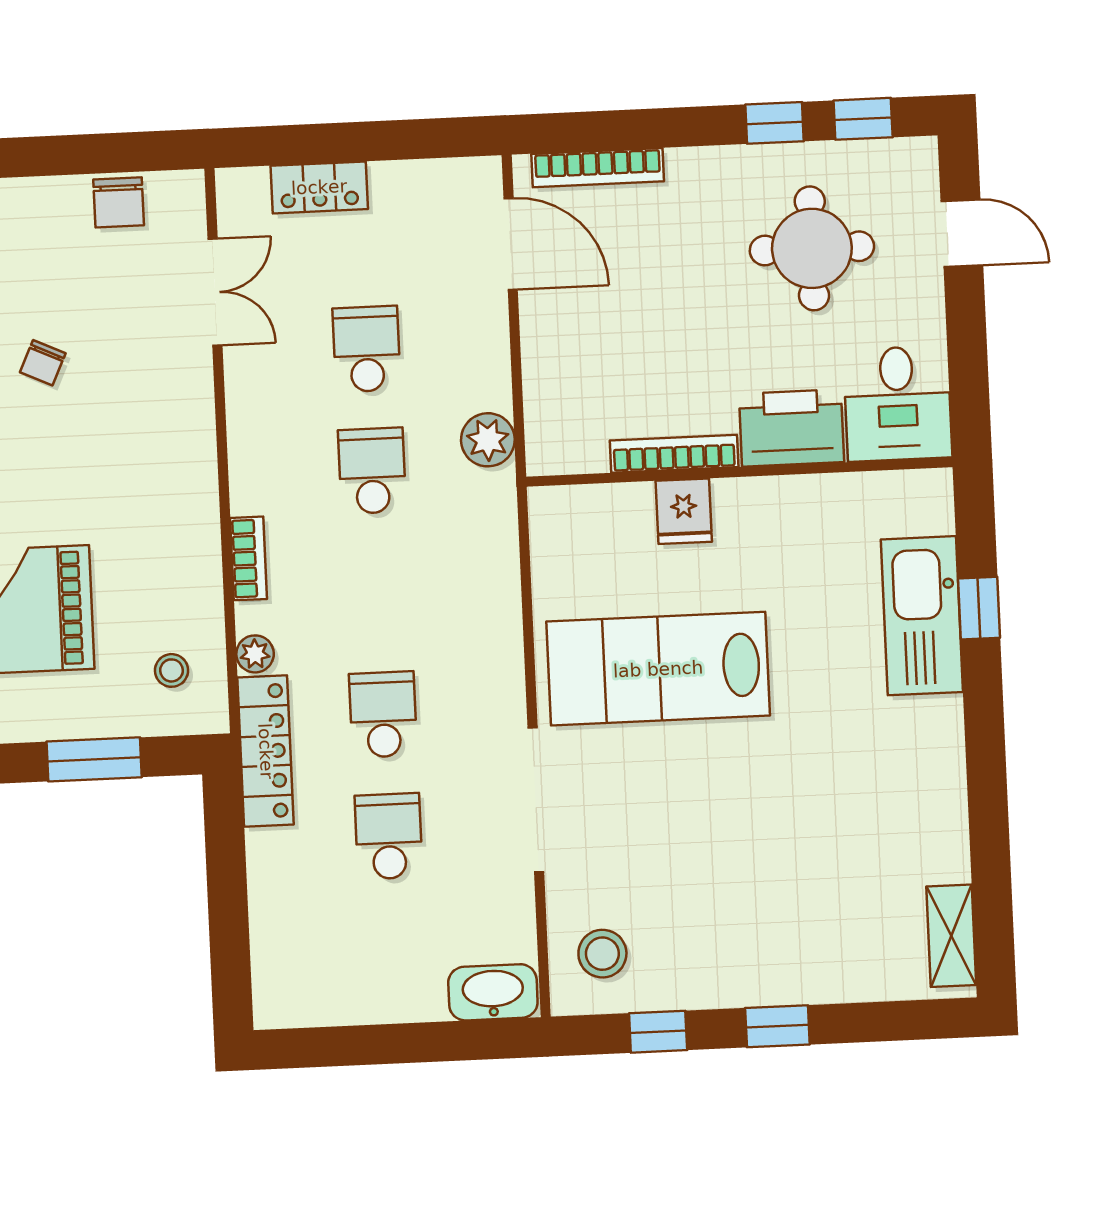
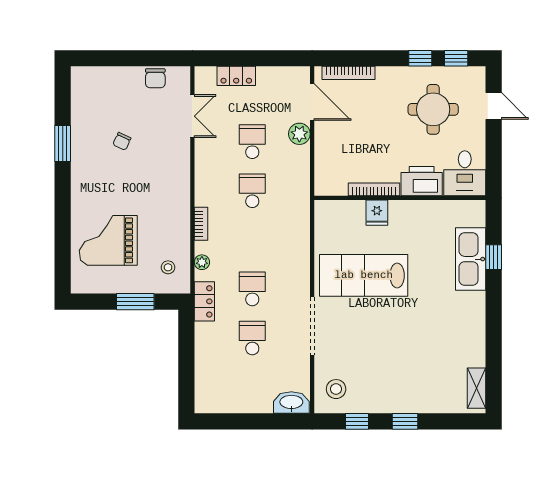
plant: (488, 440) -> (299, 134), moved
locker: (266, 751) -> (204, 301), width x0.66

